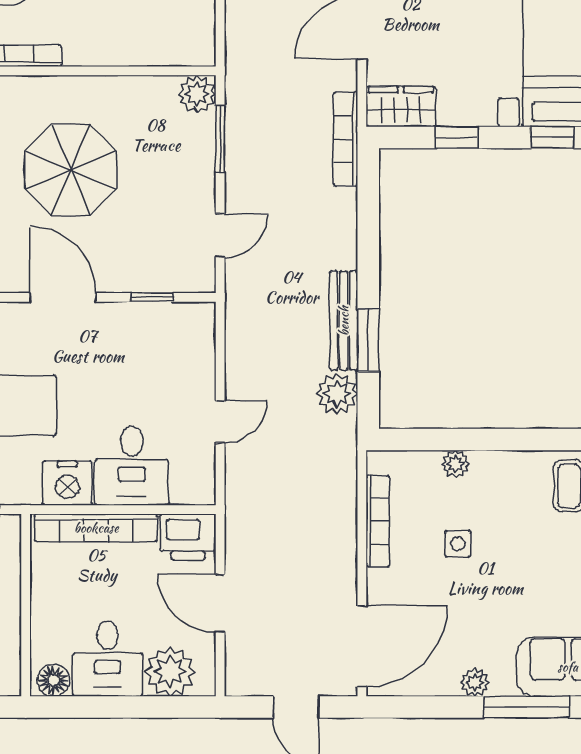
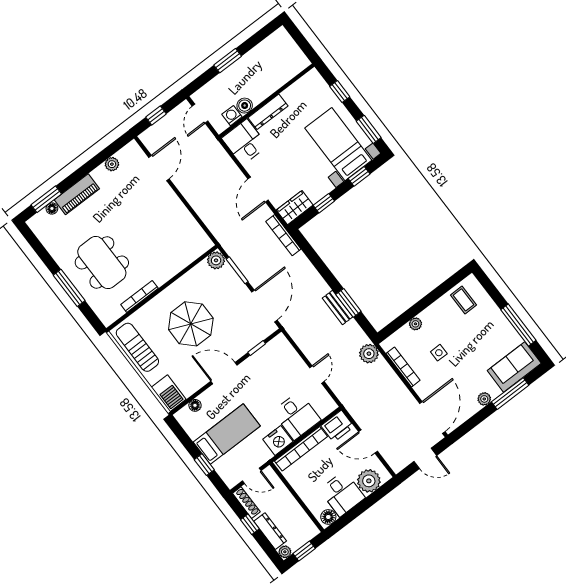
door: (220, 235) -> (264, 306), width x1.88
bench: (344, 321) -> (338, 307), width x0.73
plant: (337, 394) -> (369, 354), moved

